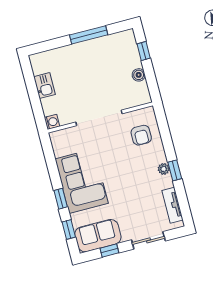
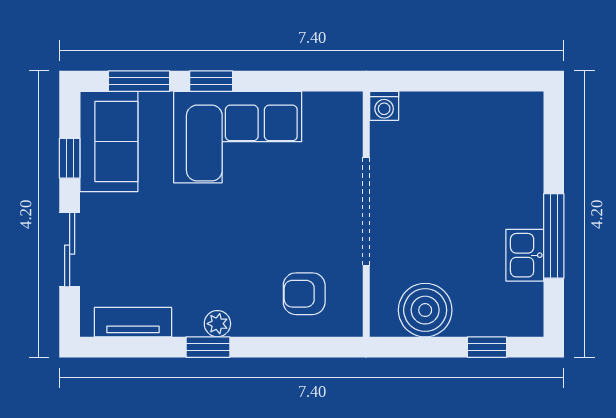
boiler: (139, 75) -> (425, 310), width x1.86, depth x1.86
kitchen sink: (44, 86) -> (525, 255), moved, turned 90
window: (69, 229) -> (139, 81), width x1.50

